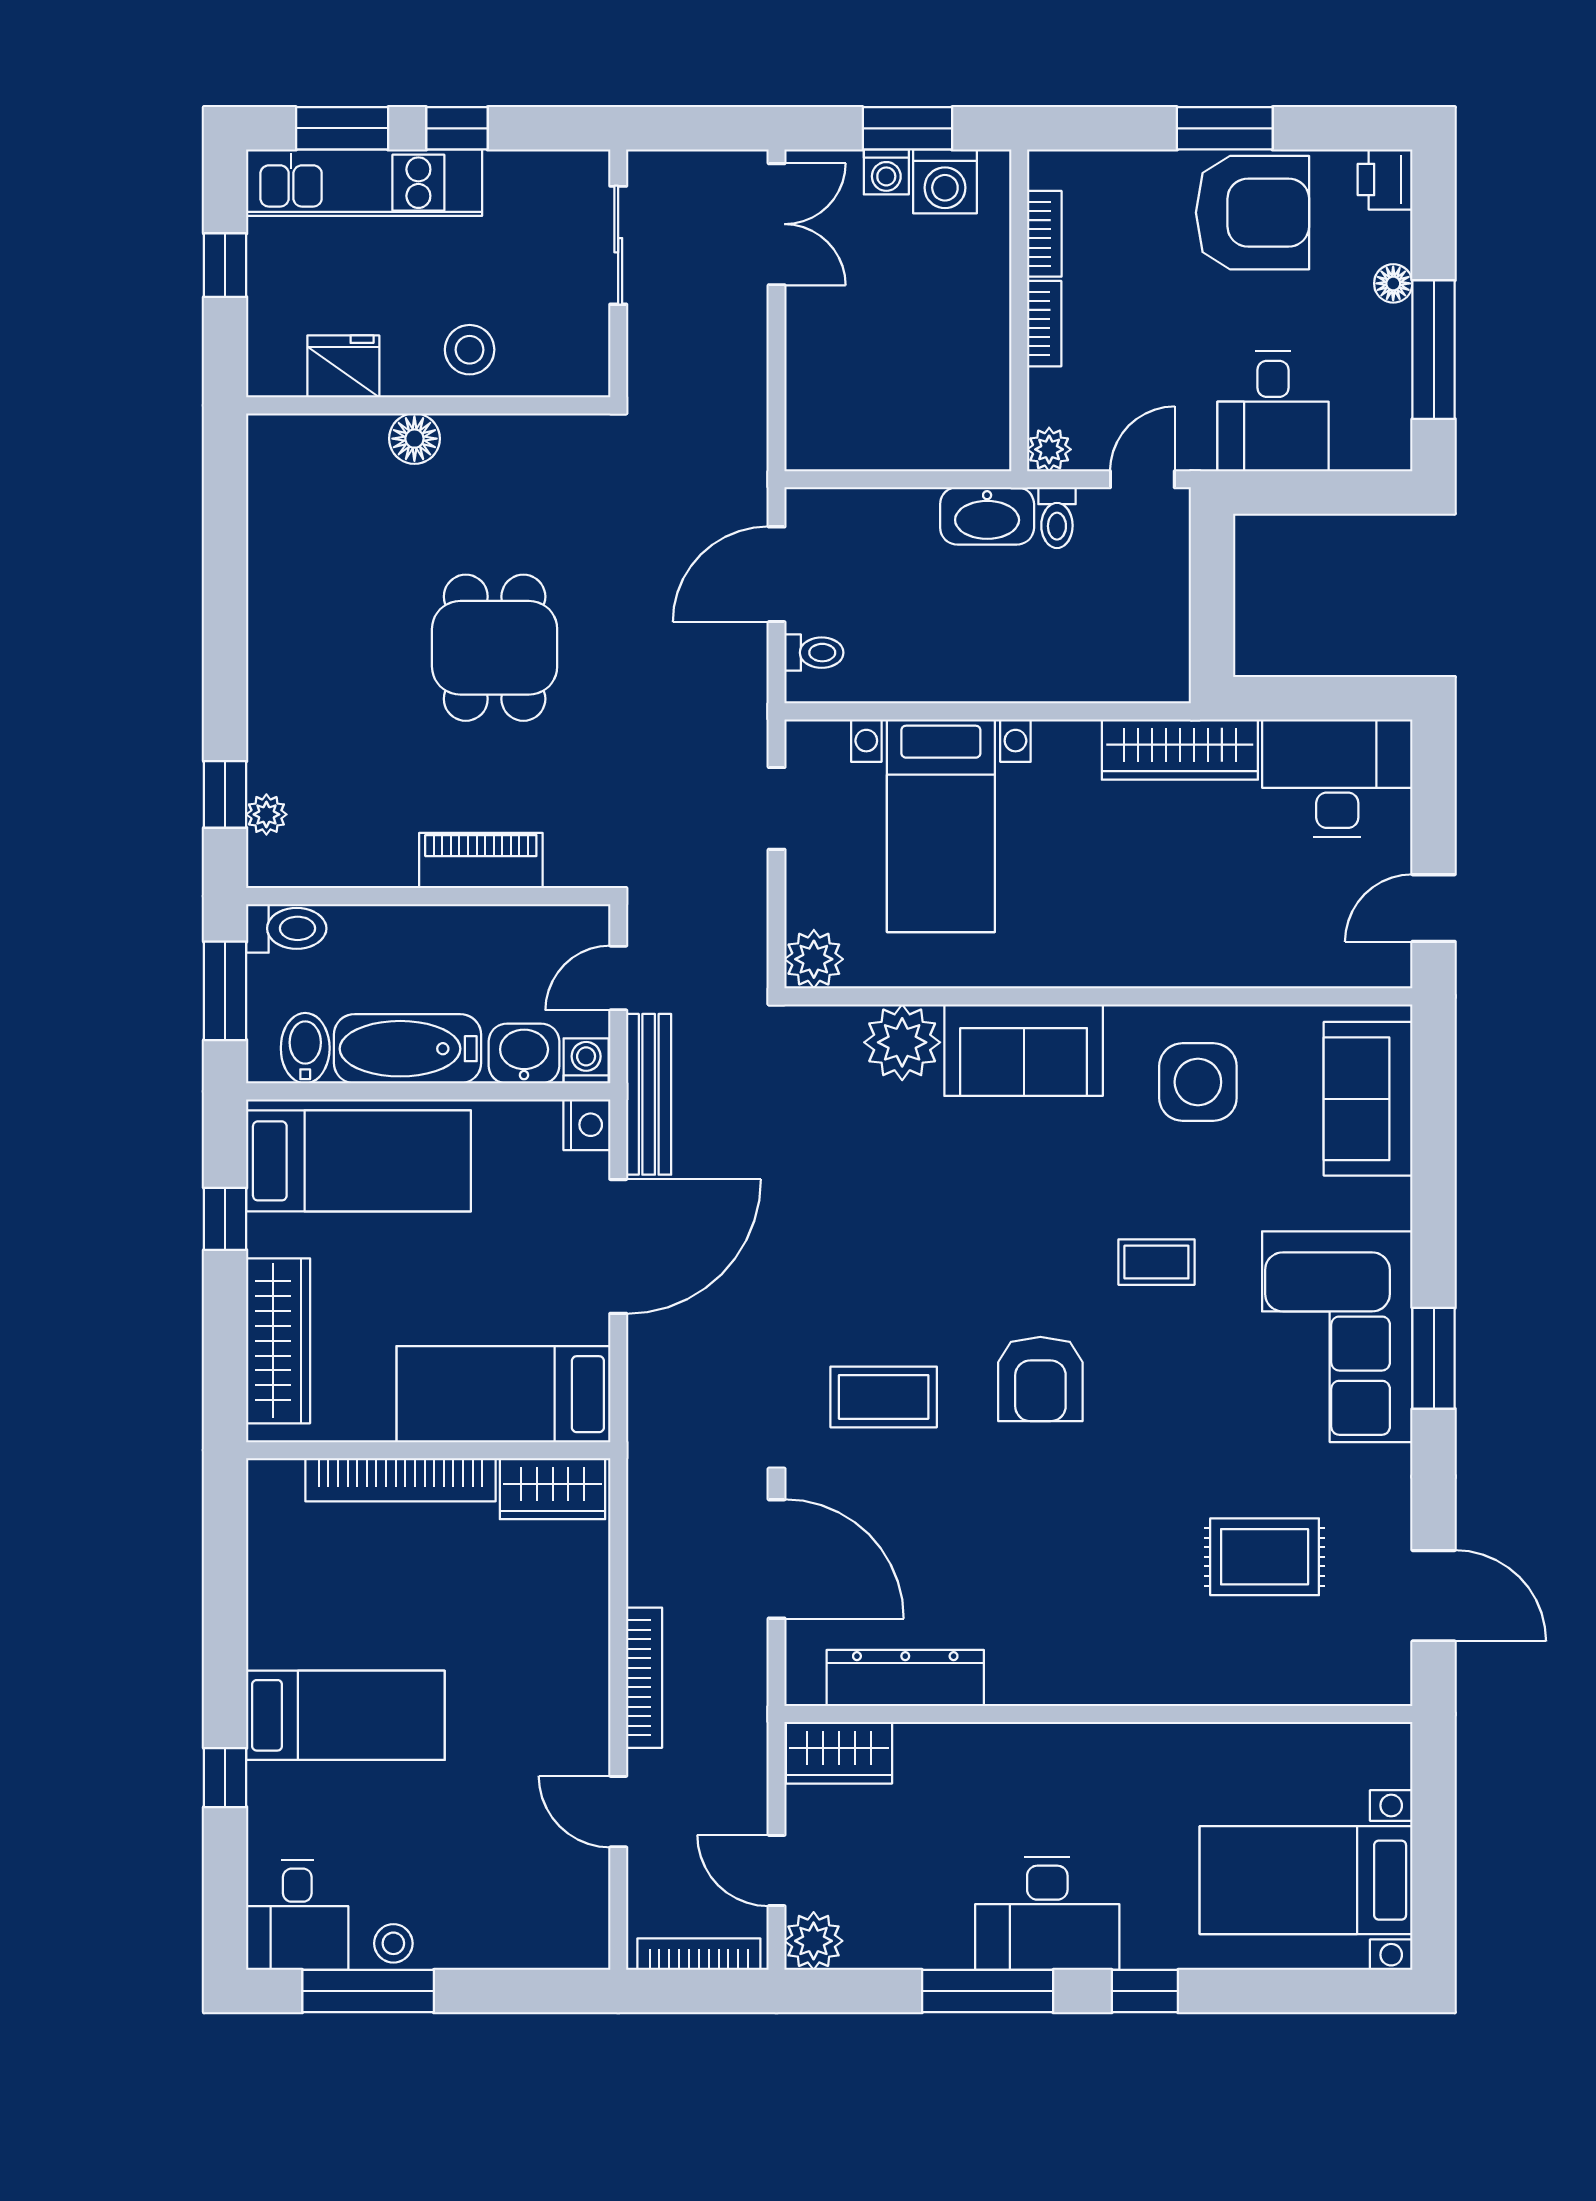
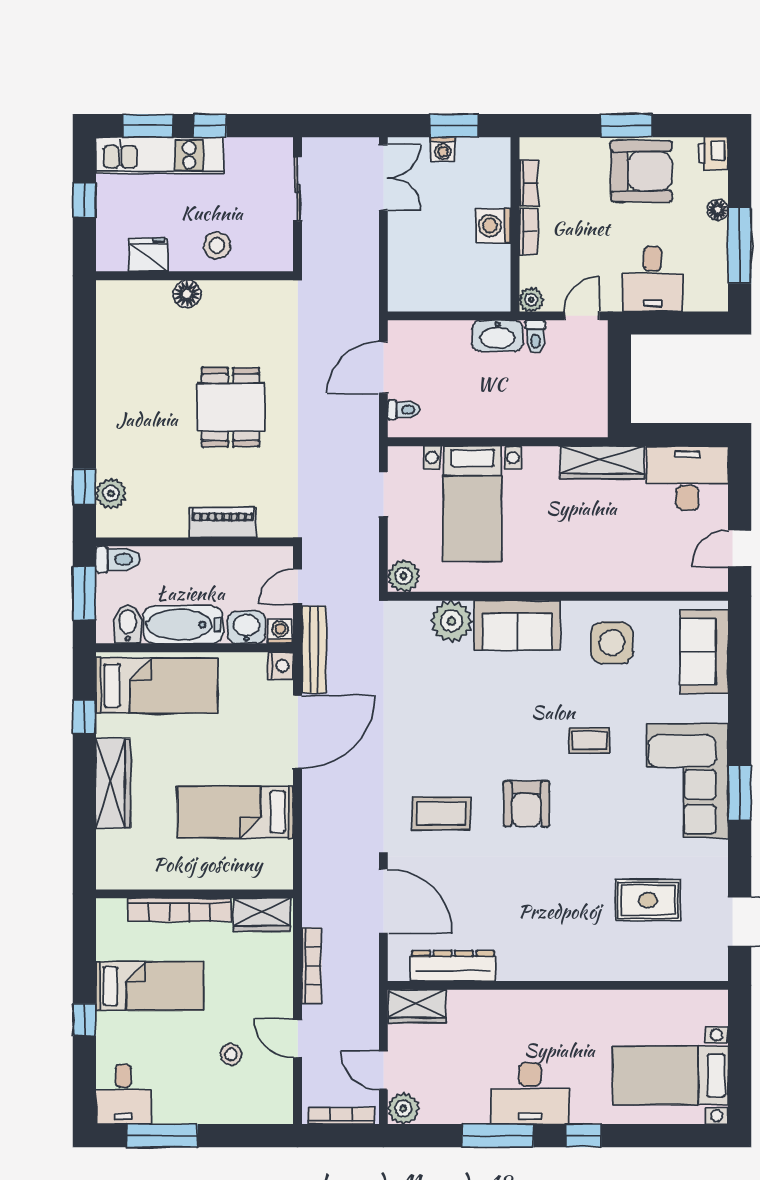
washing machine: (945, 181) -> (493, 226), moved, turned 90
plant: (266, 814) -> (111, 494), width x1.38, depth x1.38
wall: (428, 1450) -> (194, 894), moved
bookcase: (400, 1480) -> (179, 910), moved
wardrobe: (553, 1489) -> (262, 915), moved
stool: (393, 1943) -> (231, 1054), moved

